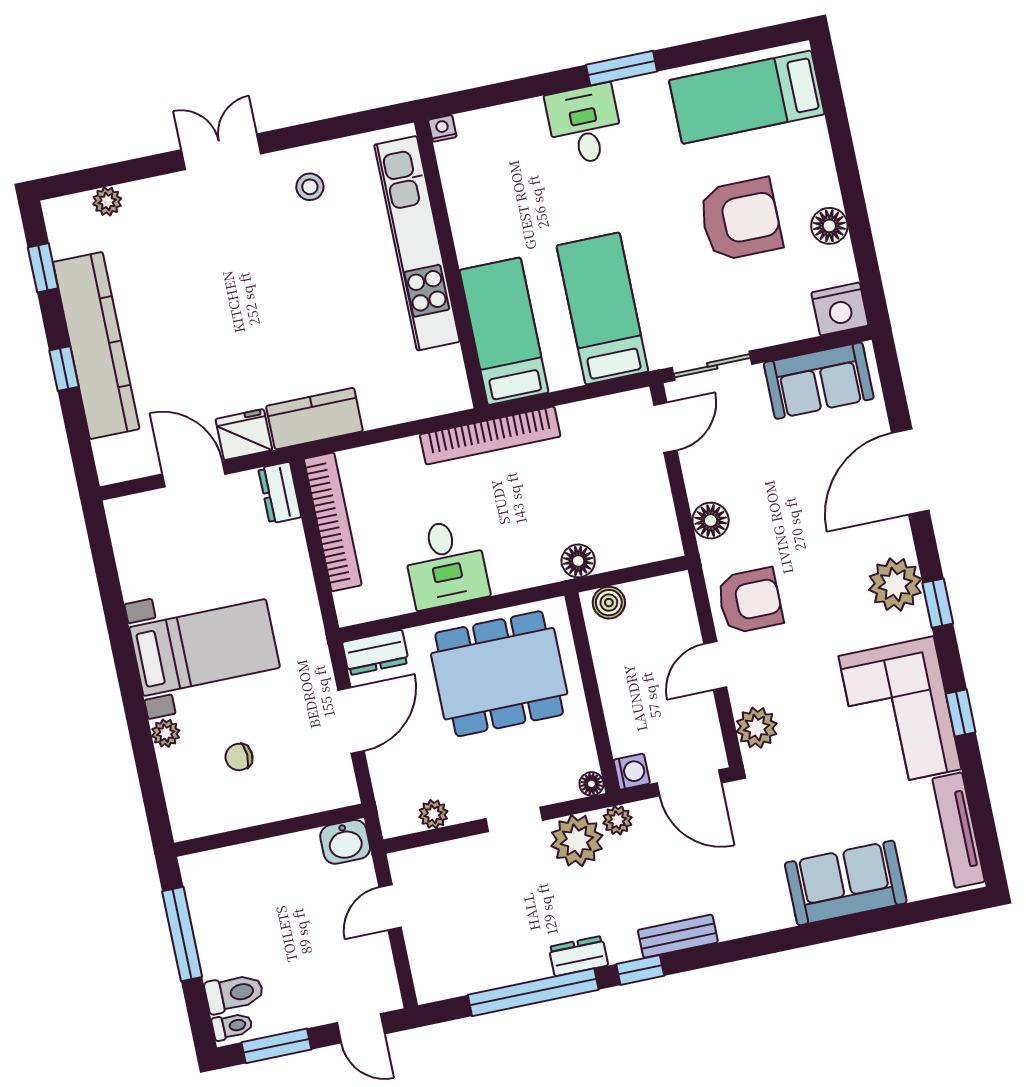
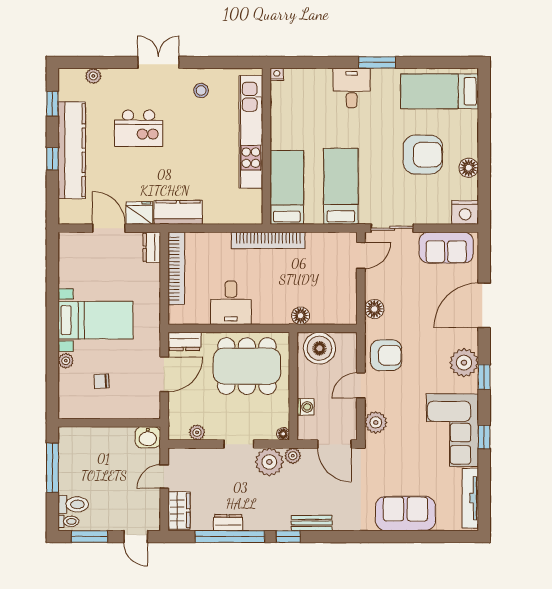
kitchen island: (210, 280) -> (139, 128), added
boiler: (609, 603) -> (319, 348), width x1.86, depth x1.86
washing machine: (632, 772) -> (306, 407), moved
dresser: (578, 956) -> (228, 523), moved
wardrobe: (430, 964) -> (179, 510), added

